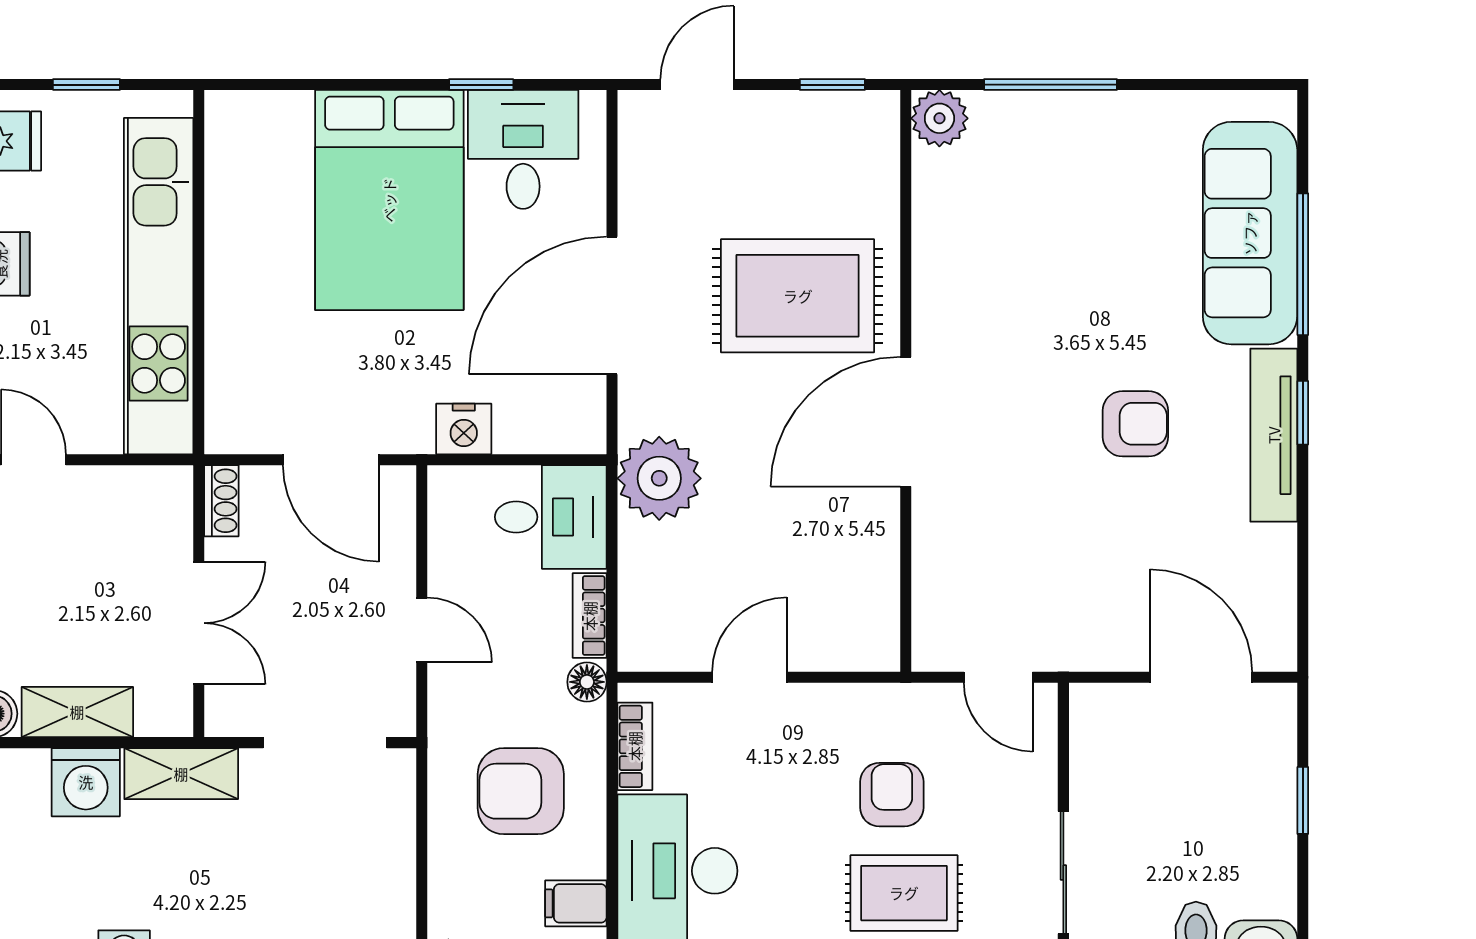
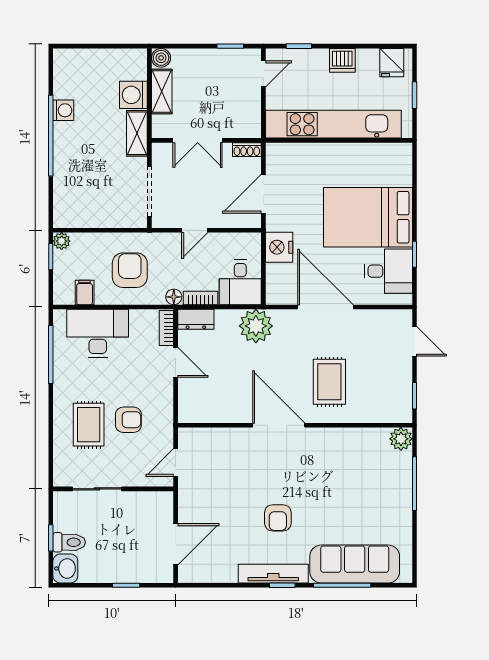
rug: (798, 296) -> (329, 382), width x0.73, depth x0.70
nightstand: (464, 429) -> (279, 247), width x1.36, depth x1.33
dresser: (643, 627) -> (196, 319), added
bookcase: (635, 746) -> (166, 328), moved, turned 90

